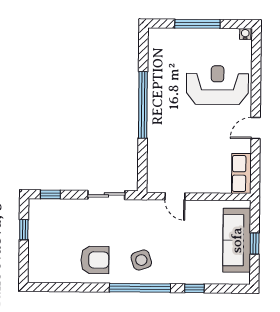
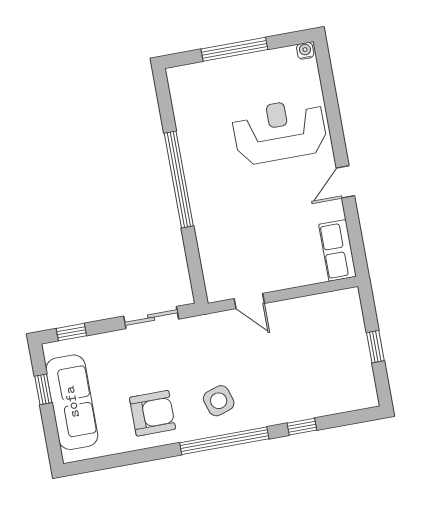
sofa: (237, 240) -> (72, 402), moved, turned 180

